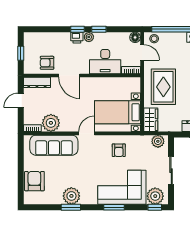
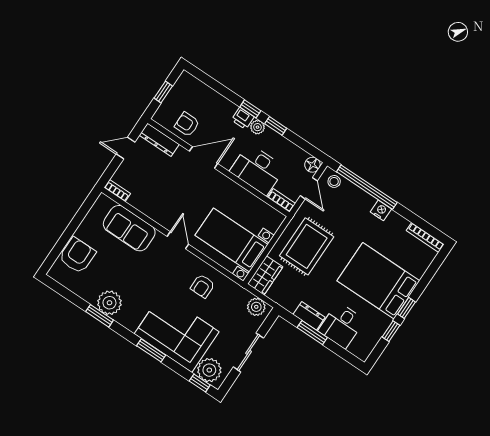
door: (69, 75) -> (203, 157), swing flipped
plant: (51, 123) -> (144, 199), removed
door: (87, 133) -> (178, 240), hinge flipped
sofa: (54, 145) -> (129, 228), width x0.73

